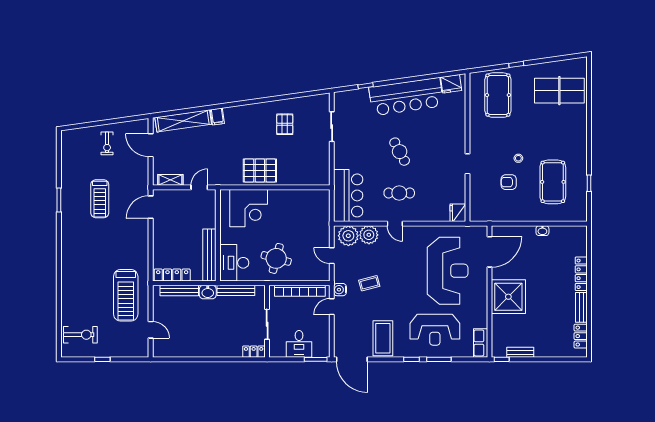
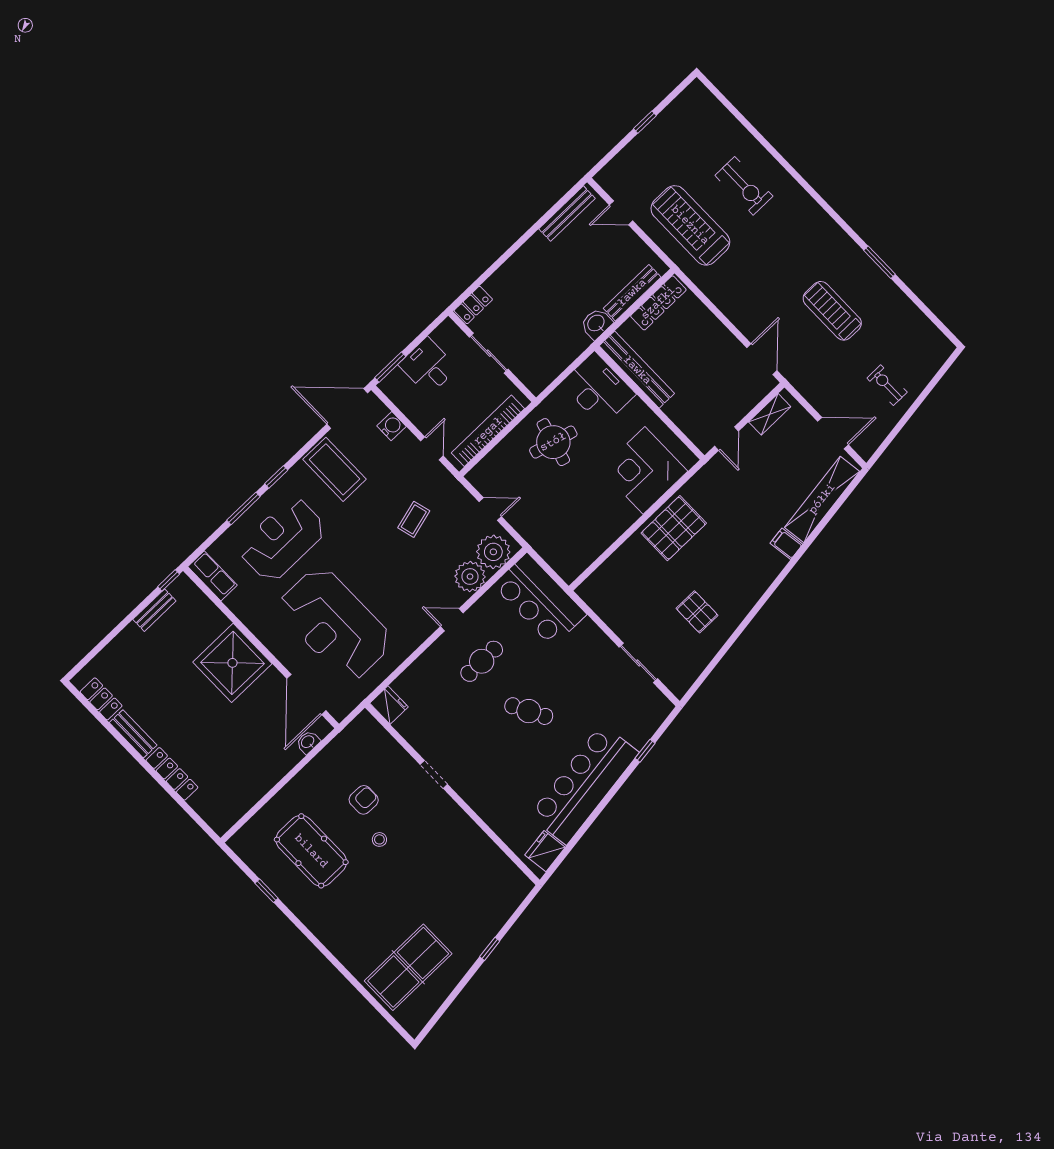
pool table: (498, 95) -> (476, 891), removed
washbasin: (542, 231) -> (308, 742), moved
bench: (236, 290) -> (567, 214), moved
water cooler: (340, 290) -> (392, 426), moved
exercise bike: (80, 335) -> (744, 186), moved, turned -90

